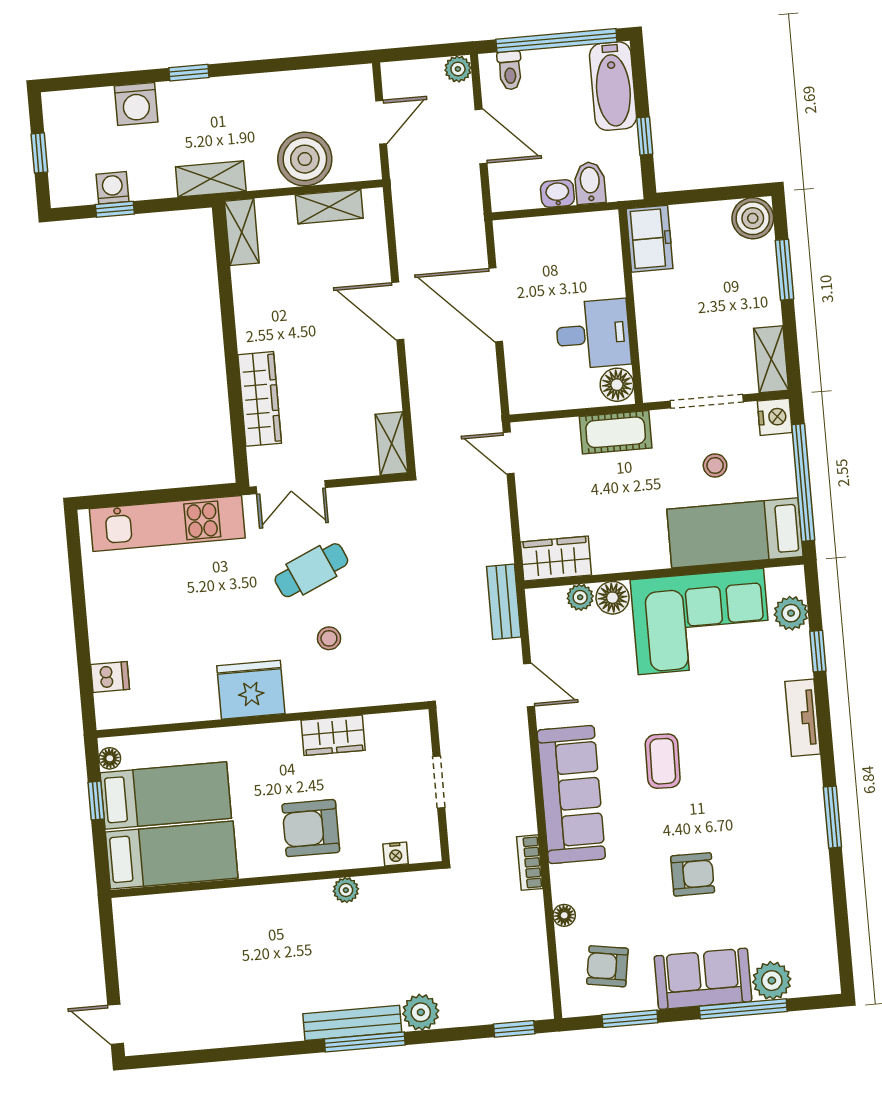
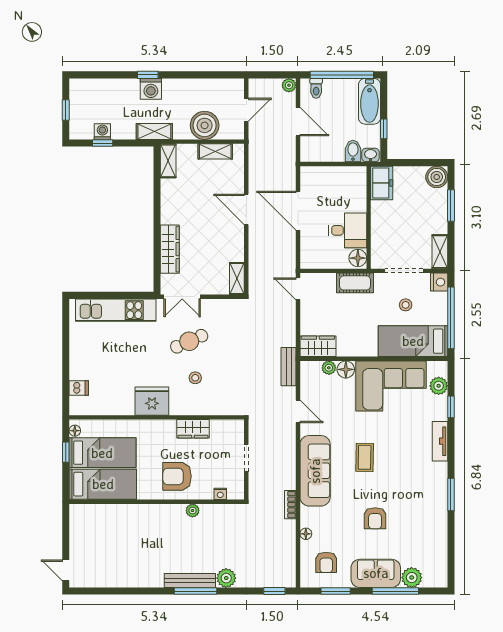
washing machine: (136, 104) -> (151, 89), moved
washbasin: (557, 194) -> (371, 155), moved
armchair: (693, 874) -> (375, 518), turned 90
armchair: (607, 966) -> (326, 562), turned -99

